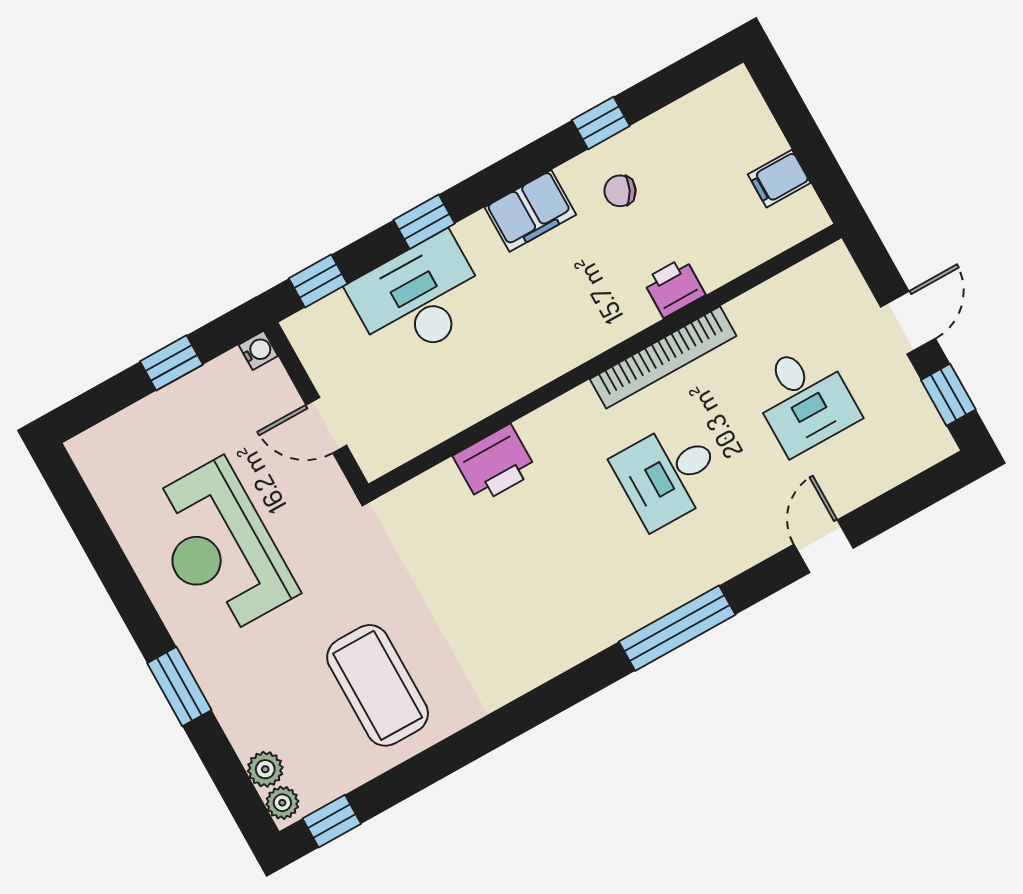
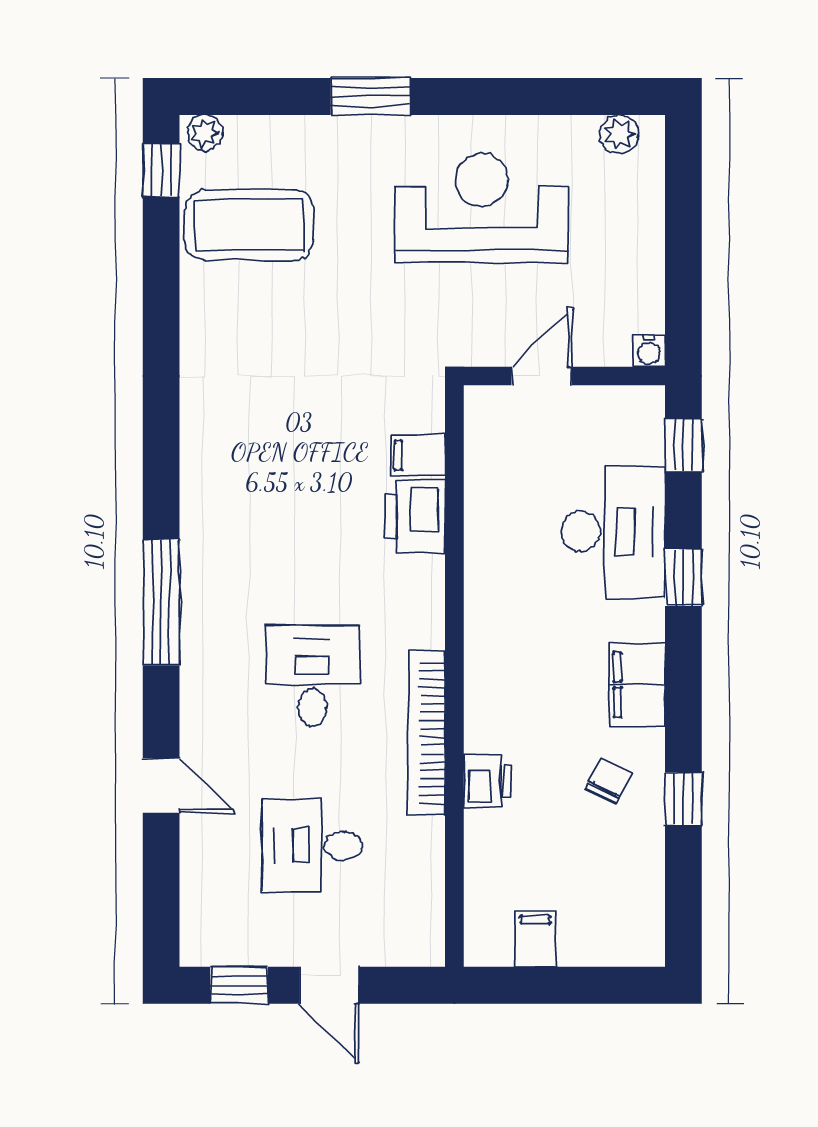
window: (171, 363) -> (683, 261), removed
filing cabinet: (445, 489) -> (418, 455), added
coffee table: (378, 685) -> (249, 225), moved
plant: (265, 769) -> (619, 134), moved

